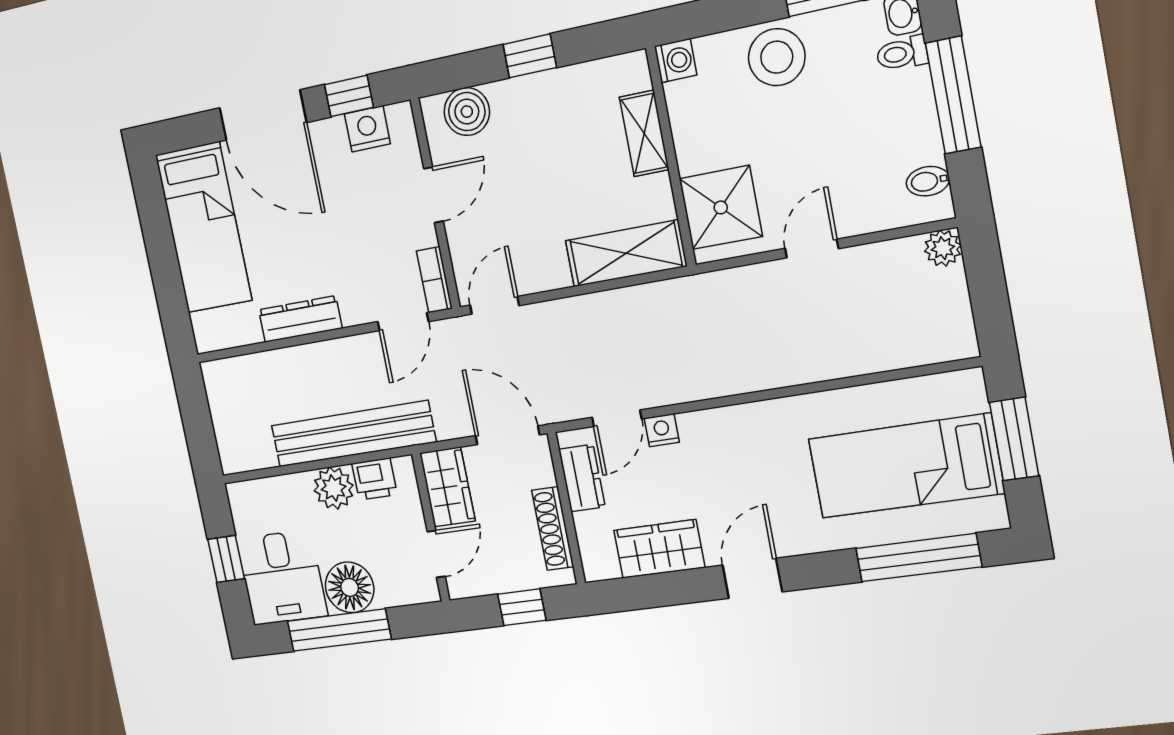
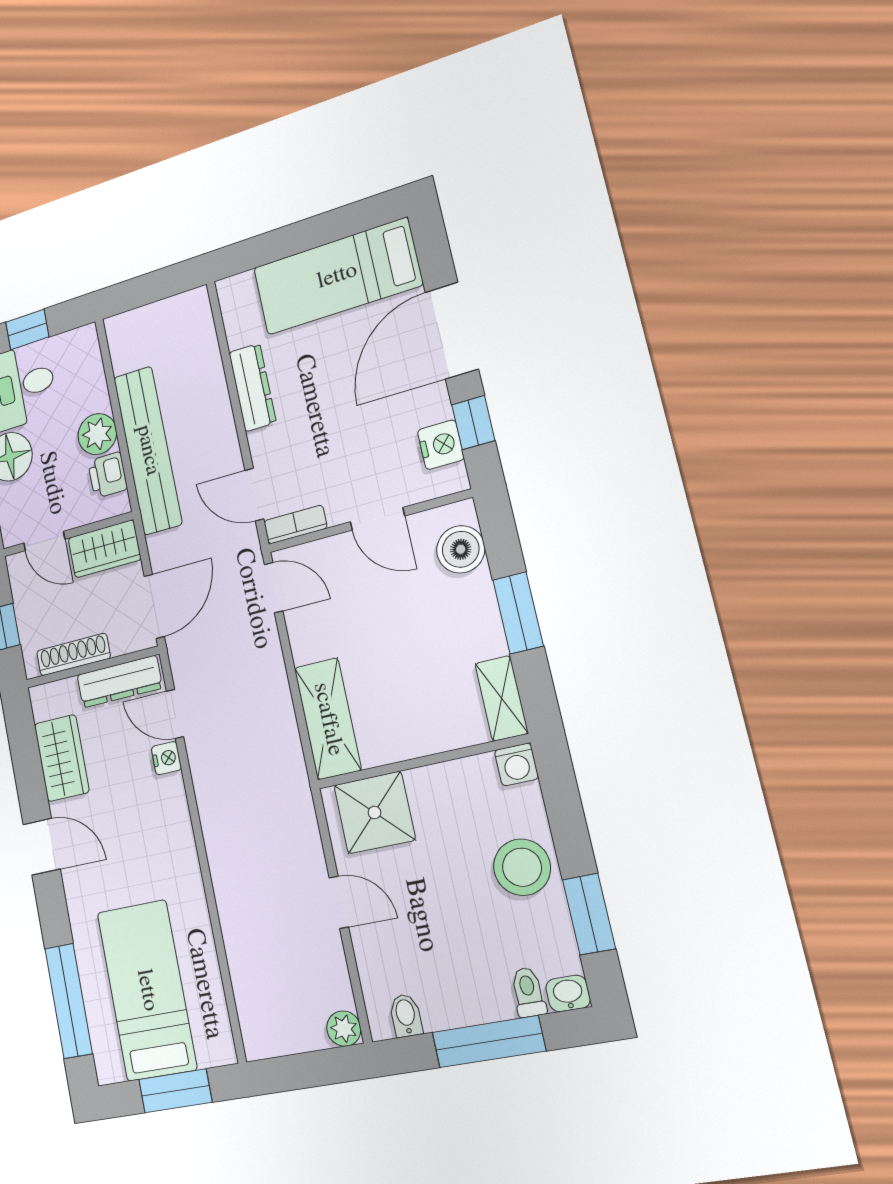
window: (530, 56) -> (518, 613), width x1.50
shelving: (644, 133) -> (502, 698), moved, turned 90
dresser: (582, 478) -> (120, 681), width x1.44

